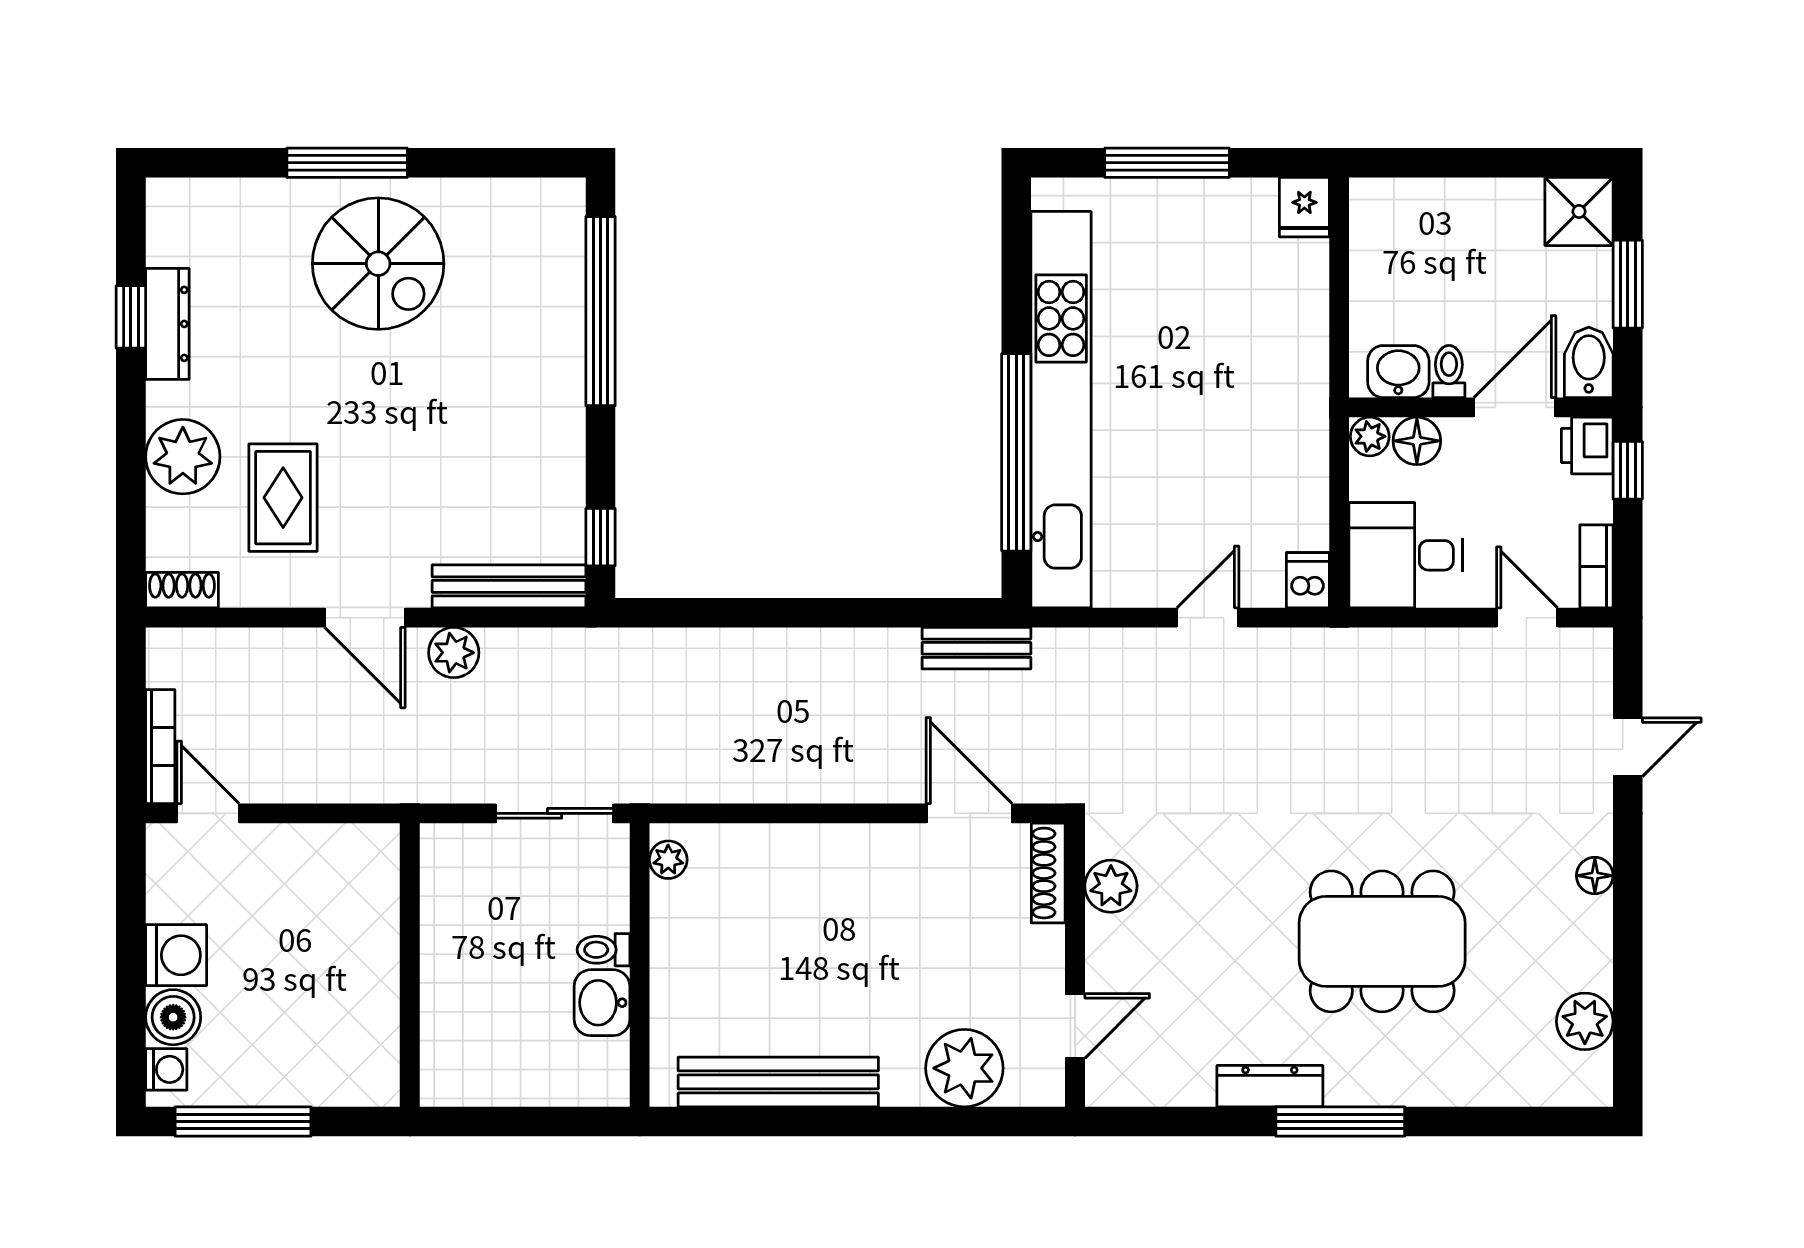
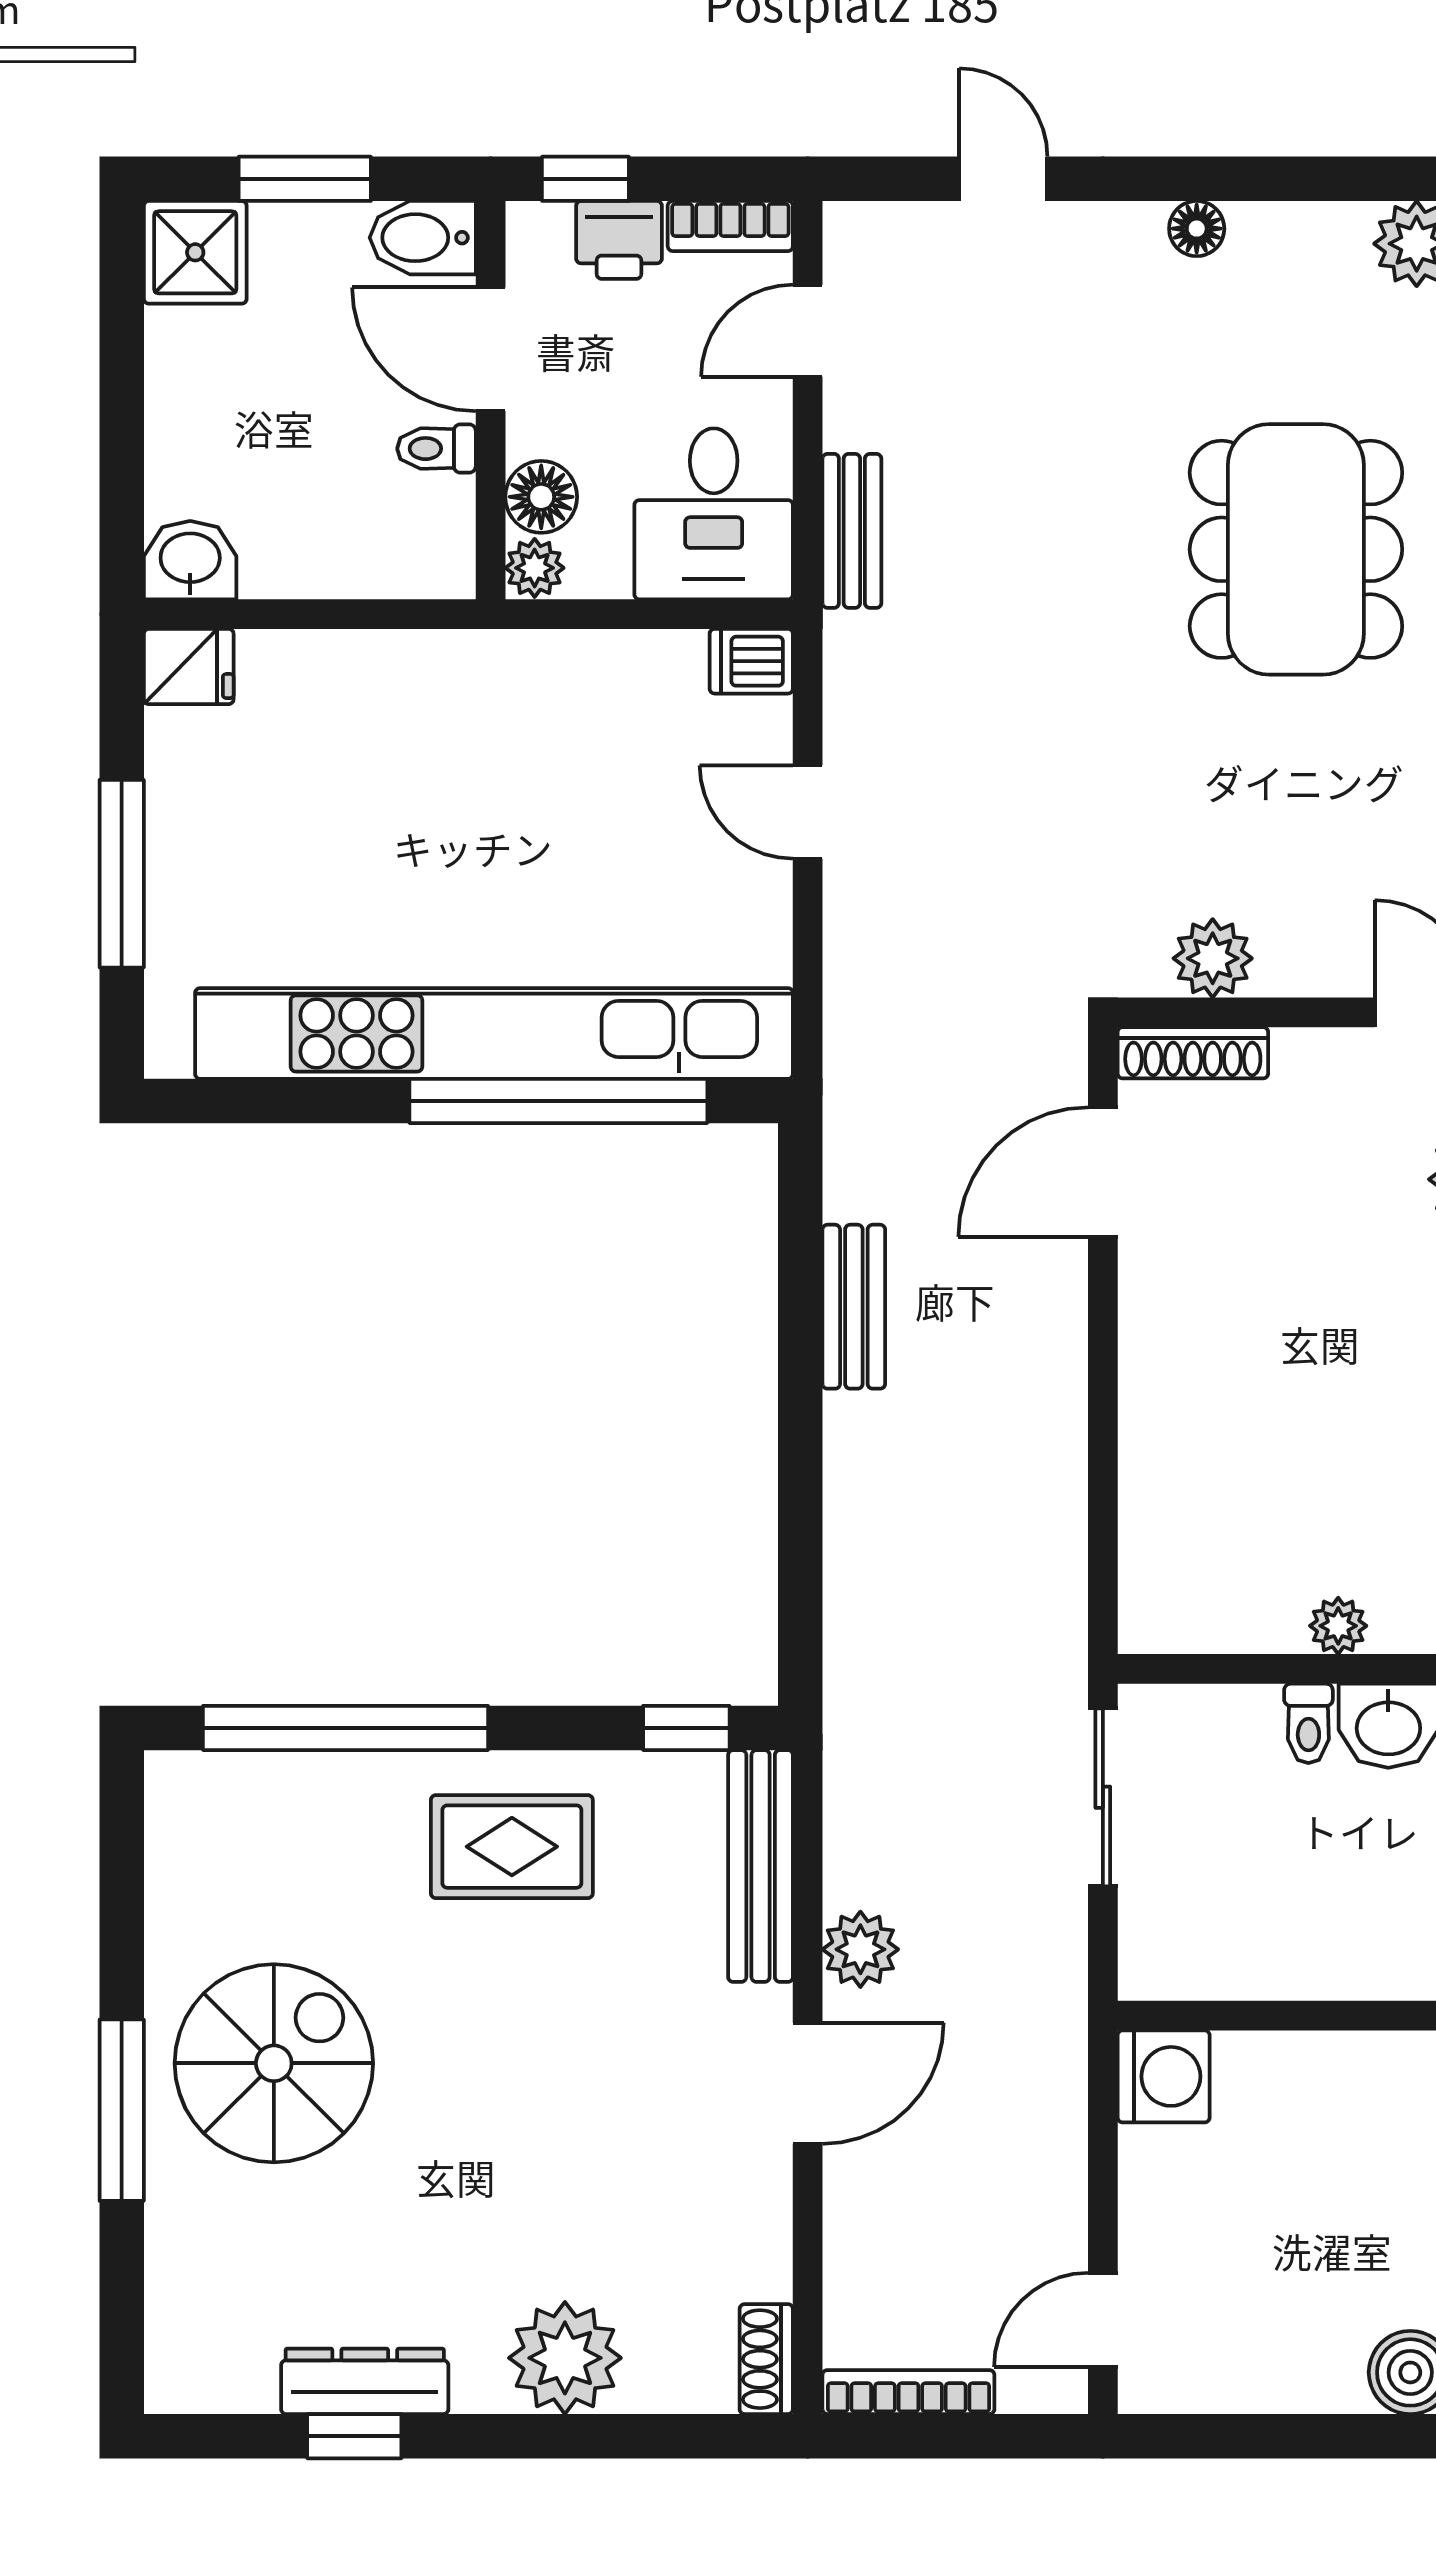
washbasin: (1398, 372) -> (190, 560), moved, turned 90
printer: (1587, 446) -> (619, 240), moved
rug: (283, 498) -> (512, 1847), moved
bench: (1394, 647) -> (852, 531), added
bench: (976, 648) -> (854, 1307), moved
bookcase: (160, 747) -> (908, 2392), moved
plant: (668, 860) -> (1338, 1626), moved
washing machine: (176, 955) -> (1164, 2076), moved, turned 90

